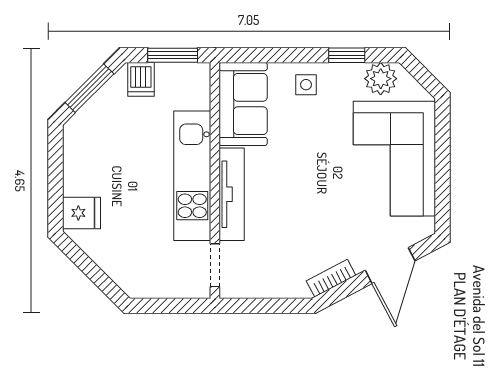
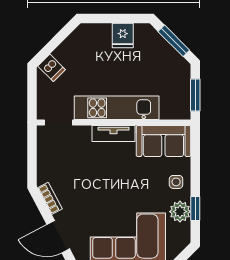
dishwasher: (141, 79) -> (52, 68), moved, turned -135
plant: (381, 79) -> (180, 212), moved
tv unit: (232, 194) -> (113, 133), width x0.71
fridge: (81, 213) -> (123, 36), moved

